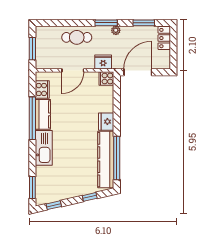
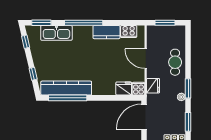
door: (138, 72) -> (144, 117), swing flipped
window: (32, 118) -> (84, 23), moved
fridge: (106, 122) -> (124, 88), moved
kitchen sink: (44, 148) -> (56, 33), moved

